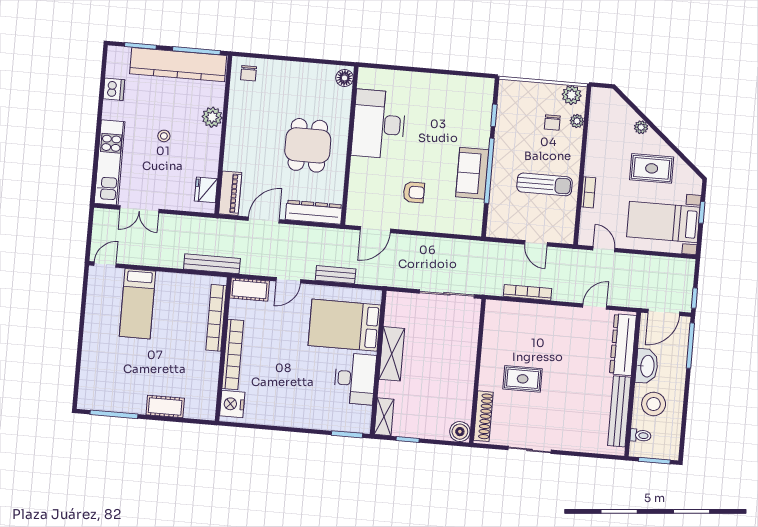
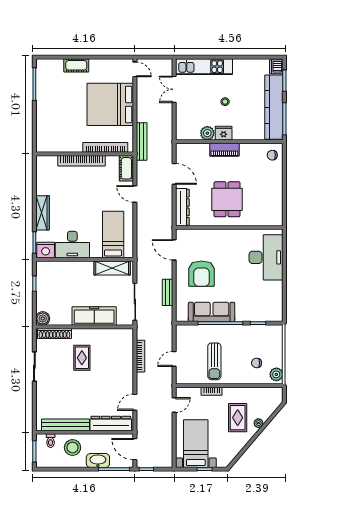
floor lamp: (345, 78) -> (275, 220), removed
dishwasher: (114, 89) -> (276, 67), moved, turned 90
plant: (212, 117) -> (207, 133), moved
plant: (577, 121) -> (259, 379), removed
desk: (379, 124) -> (266, 257), moved, turned 90
dining table: (308, 145) -> (227, 199), turned 90
rug: (652, 168) -> (238, 418), moved
sofa: (472, 173) -> (212, 312), width x1.36
fridge: (206, 190) -> (224, 133), moved
armchair: (414, 192) -> (202, 274), width x1.88, depth x1.88
piano: (230, 193) -> (224, 150), moved
bench: (336, 275) -> (168, 292), moved
bed: (138, 304) -> (110, 104), width x2.04
door: (595, 307) -> (135, 402), swing flipped
bed: (345, 325) -> (113, 234), width x0.67
shelving: (392, 354) -> (112, 268), moved
freezer: (463, 356) -> (94, 316), added
washbasin: (647, 366) -> (98, 460), moved, turned 180
nightstand: (232, 404) -> (46, 250), moved, turned 180
cot: (165, 406) -> (76, 65), moved, turned 90
shelving: (384, 417) -> (48, 266), removed
wardrobe: (304, 419) -> (42, 213), added

